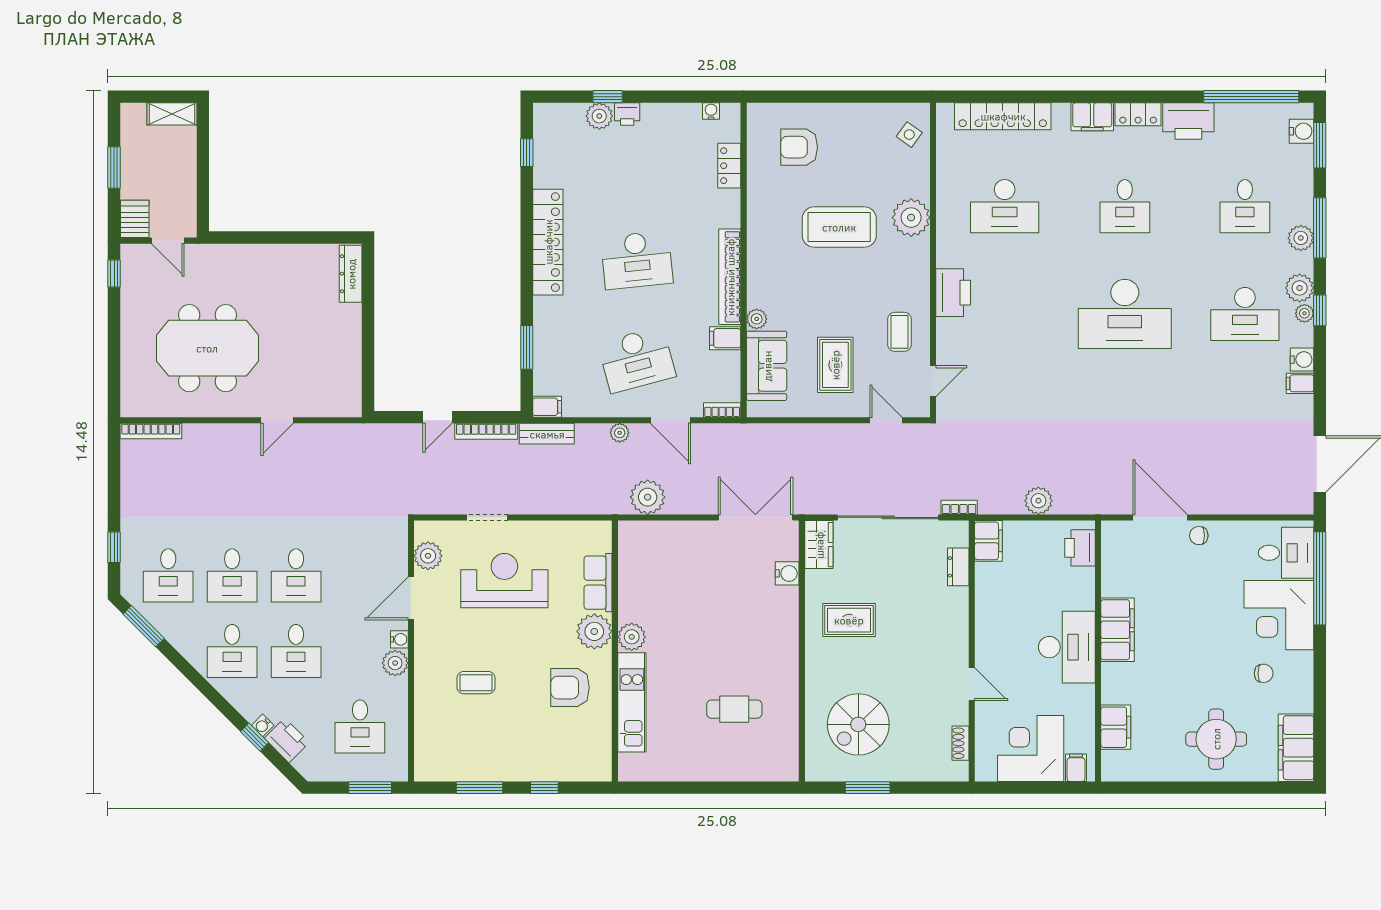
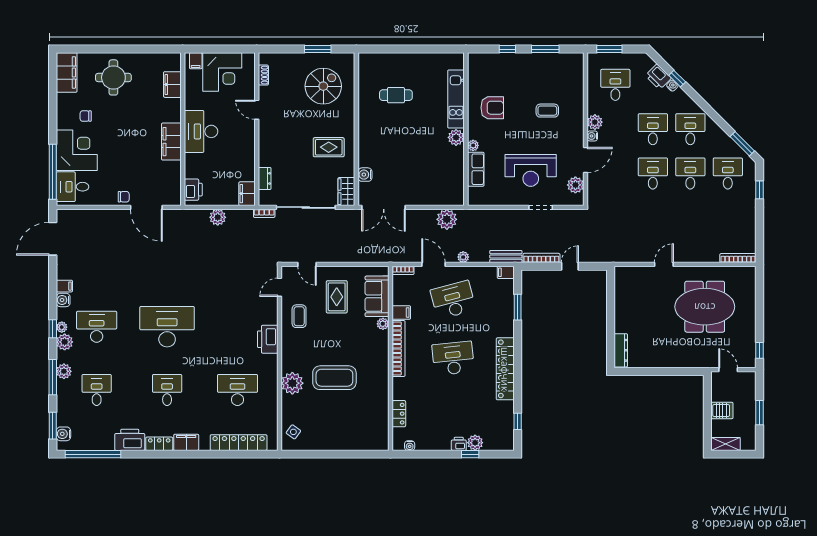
armchair: (799, 147) -> (358, 425), removed
server rack: (135, 219) -> (722, 410), moved, turned -90
plant: (594, 631) -> (473, 145), width x0.53, depth x0.53

